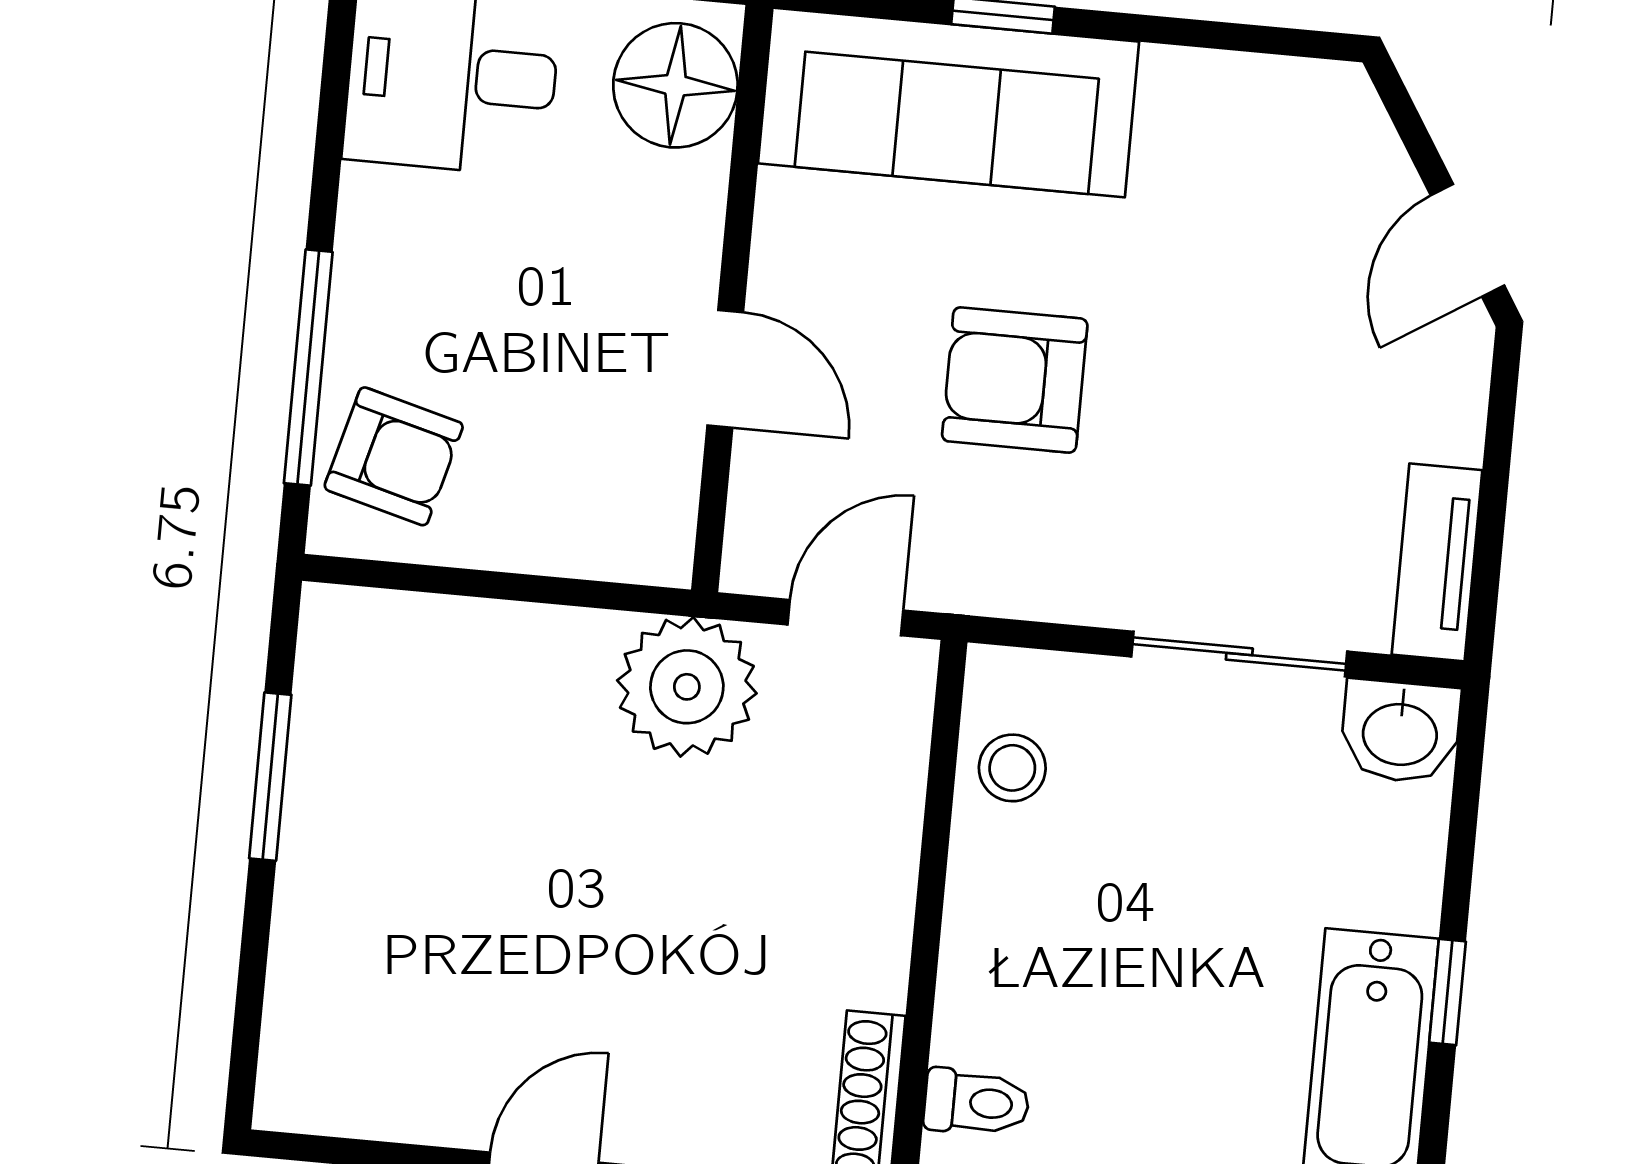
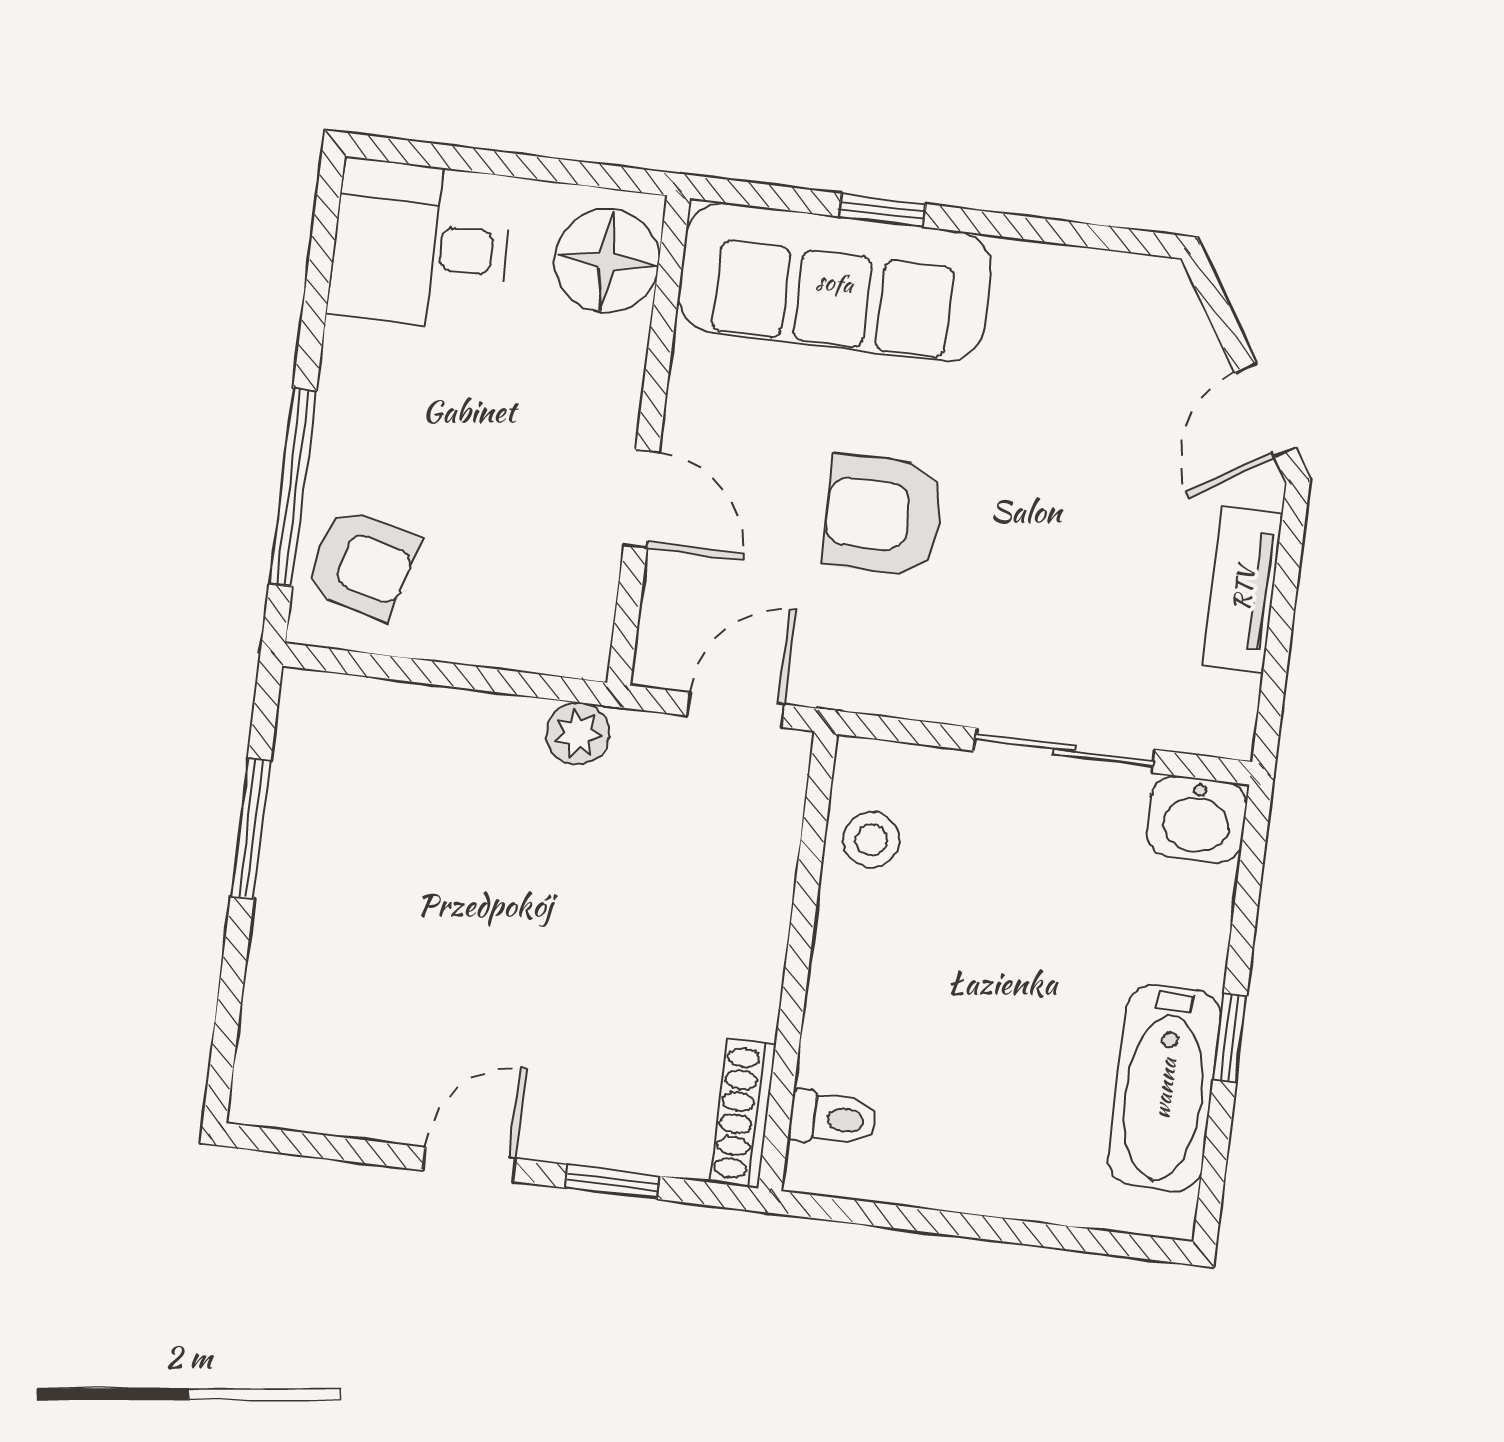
tv unit: (1437, 562) -> (1243, 589), moved
plant: (687, 687) -> (578, 733), width x0.53, depth x0.53

